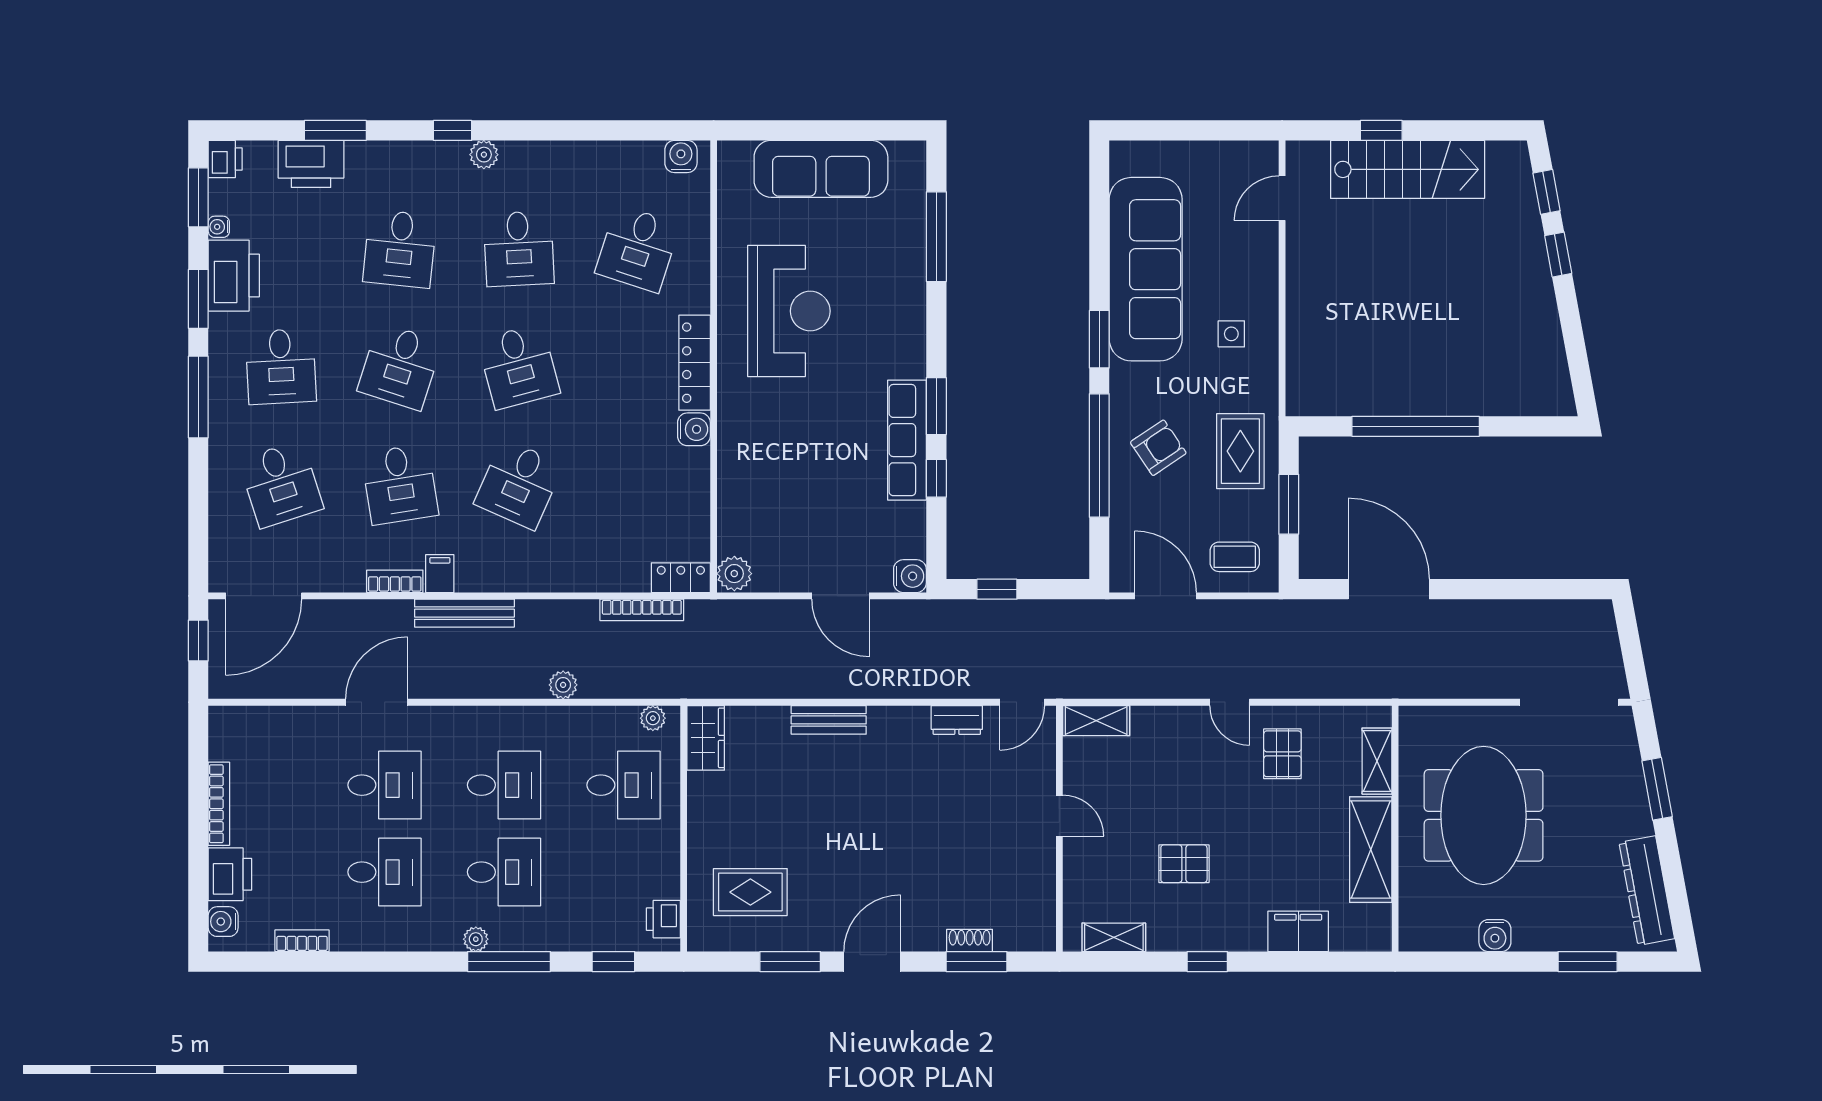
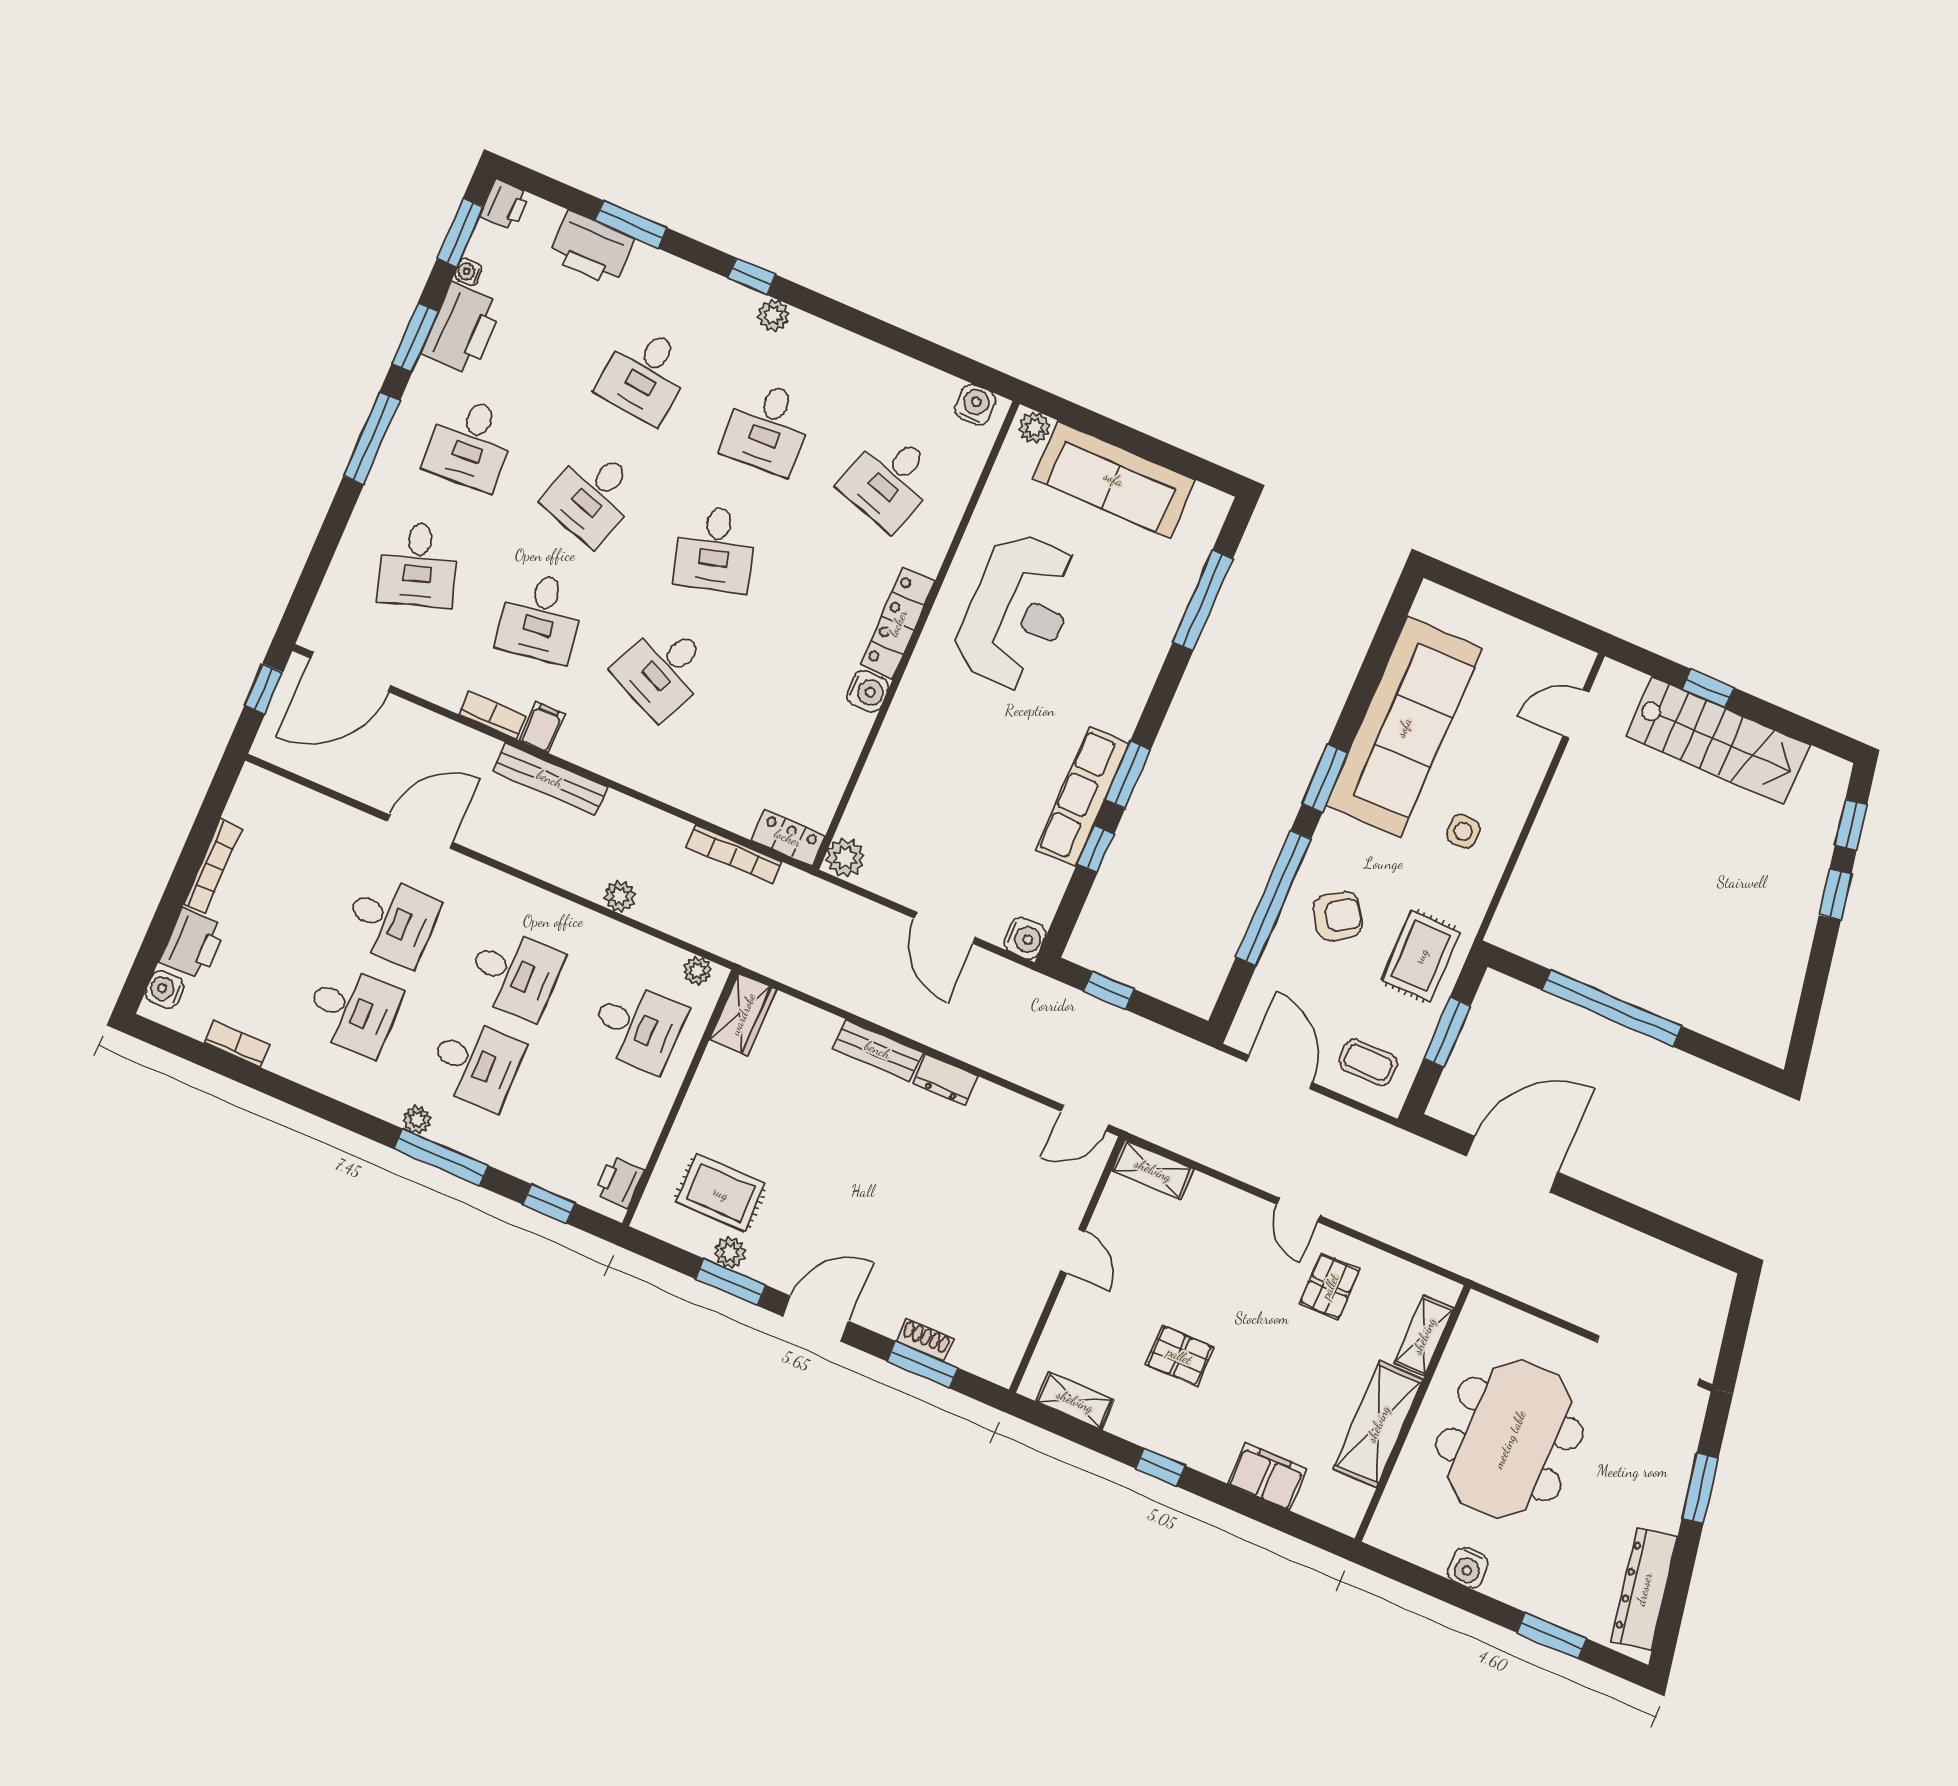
plant: (737, 154) -> (1034, 427), added
door: (1389, 589) -> (1512, 1164), hinge flipped
dresser: (957, 720) -> (945, 1080), moved
plant: (779, 938) -> (730, 1252), added

